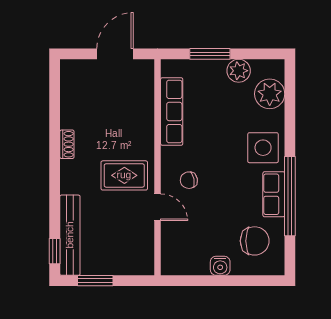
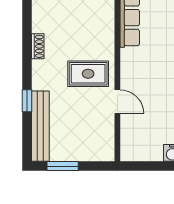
chair: (189, 180) -> (145, 78), removed
window: (55, 251) -> (27, 101), moved

